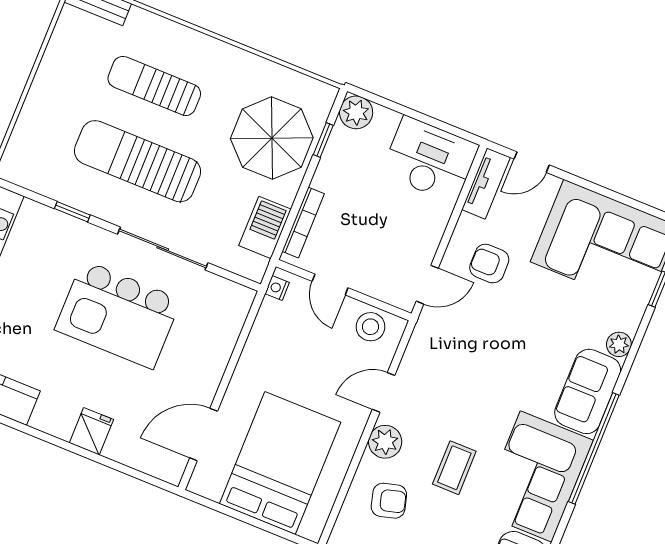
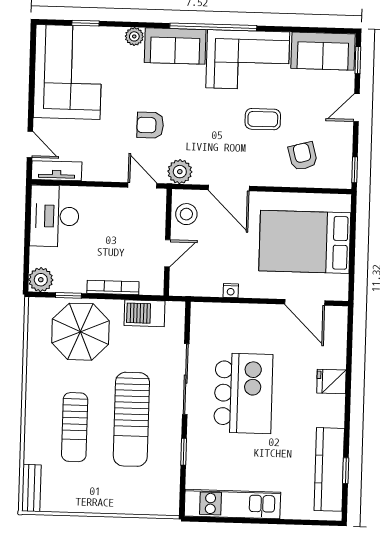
bookcase: (303, 222) -> (113, 287), moved
armchair: (489, 264) -> (150, 125), moved, turned 90
nightstand: (277, 288) -> (231, 291), moved
door: (384, 392) -> (229, 188), width x1.38
plant: (385, 442) -> (180, 172), moved

